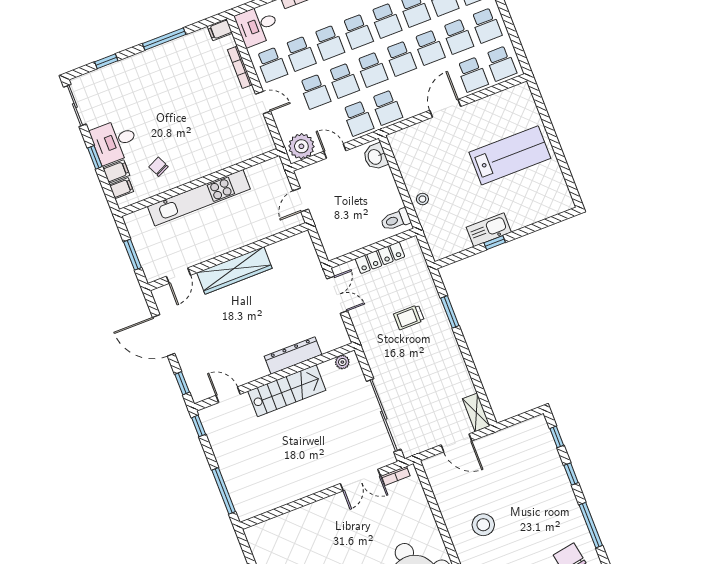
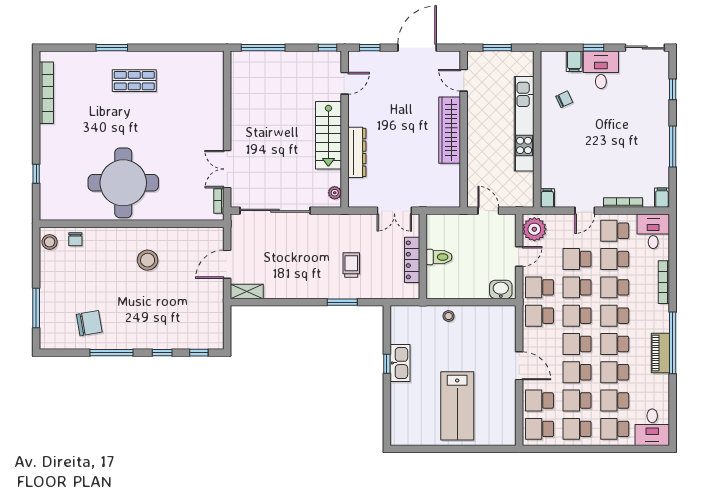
filing cabinet: (121, 188) -> (547, 198), moved, turned 180
toilet: (396, 220) -> (439, 257), moved, turned 90

